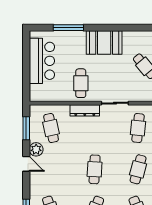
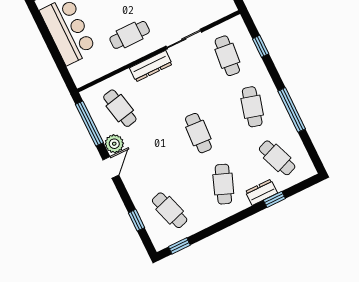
cafe table: (81, 83) -> (130, 35), turned 90
window: (26, 128) -> (89, 124), width x1.44
door: (26, 164) -> (111, 167), hinge flipped

